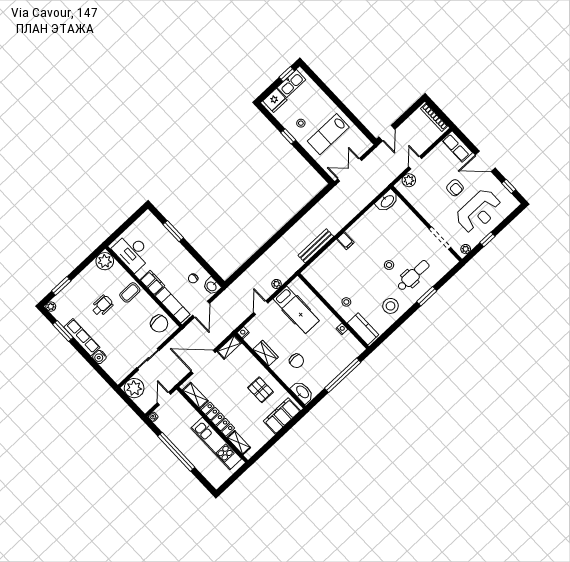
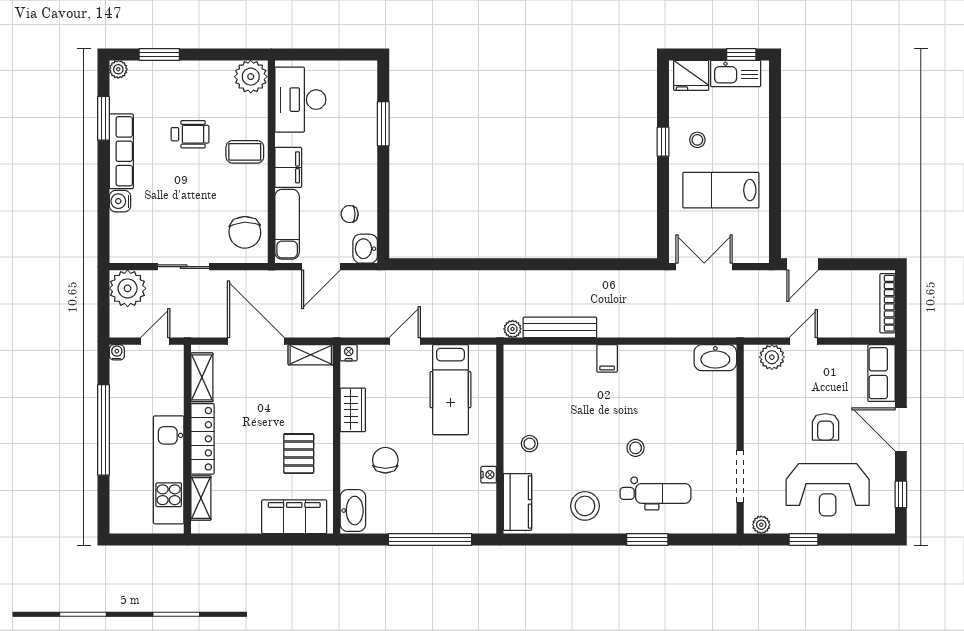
plant: (277, 284) -> (512, 329), moved
chair: (297, 361) -> (385, 460), turned 180

